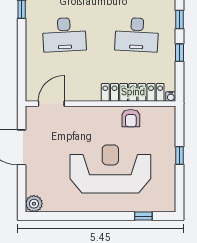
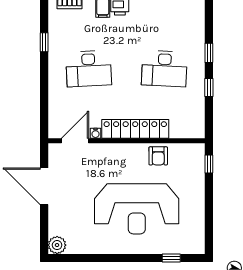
locker: (133, 92) -> (135, 129), moved
water cooler: (171, 97) -> (95, 133), moved
window: (179, 155) -> (209, 164), moved
reception desk: (110, 169) -> (137, 209), turned 180

